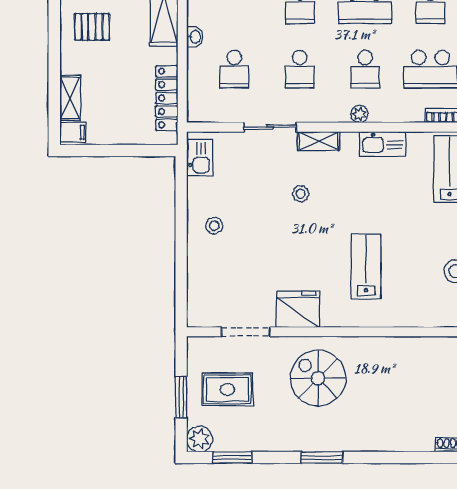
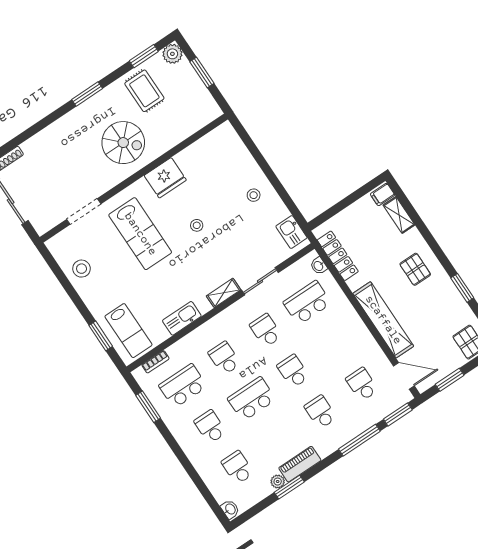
pallet: (92, 27) -> (415, 269), turned 90
washbasin: (195, 37) -> (319, 266), moved
school desk: (234, 69) -> (307, 303), width x1.85
plant: (359, 114) -> (209, 327), removed
stool: (301, 194) -> (197, 225), moved
lab bench: (366, 266) -> (140, 234), width x1.36, depth x1.39
doorway: (246, 332) -> (84, 212), moved
rug: (227, 389) -> (144, 91), moved, turned 90

